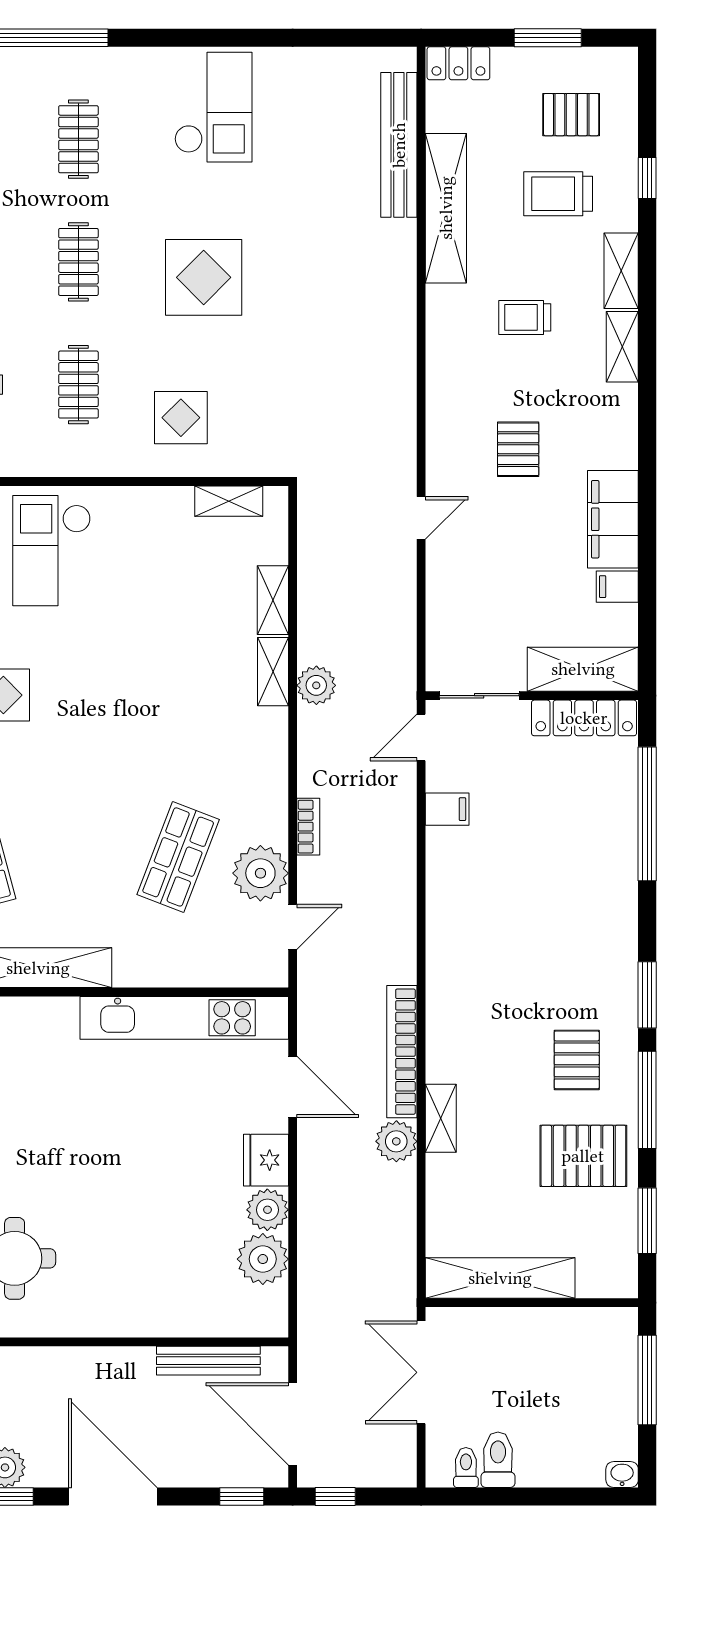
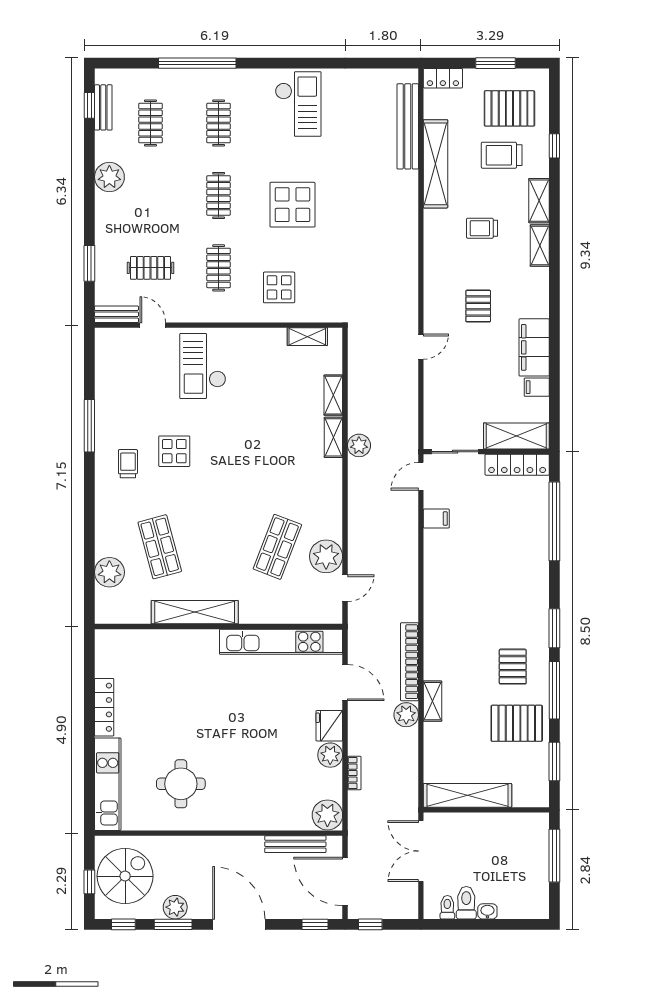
pallet: (571, 115) -> (509, 108), width x1.50, depth x1.42
bookcase: (308, 827) -> (354, 773), moved
plant: (263, 1259) -> (327, 815), moved
washbasin: (622, 1474) -> (487, 911), moved

